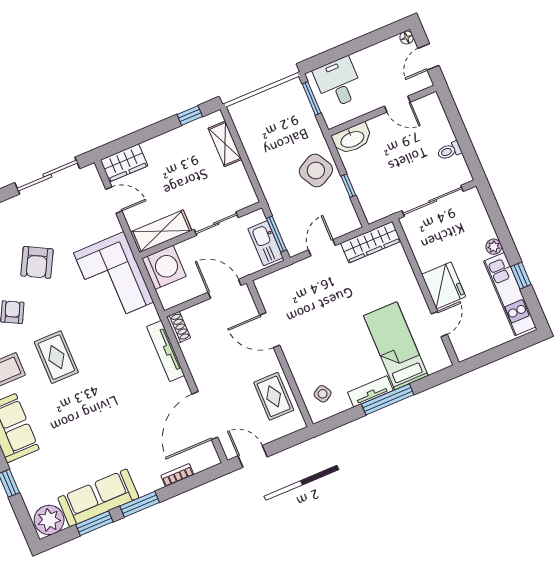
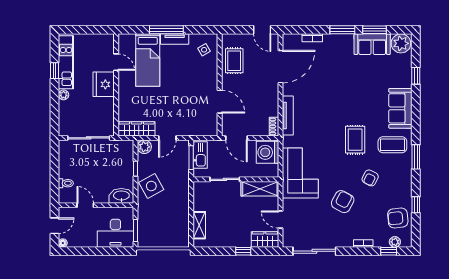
desk: (338, 83) -> (115, 233), width x1.37
window: (190, 116) -> (243, 251), moved
toilet: (449, 151) -> (66, 183), moved
plant: (349, 222) -> (144, 147), added
washing machine: (164, 267) -> (267, 152), moved
door: (439, 324) -> (116, 62), swing flipped
sofa: (98, 498) -> (372, 44), width x0.73

